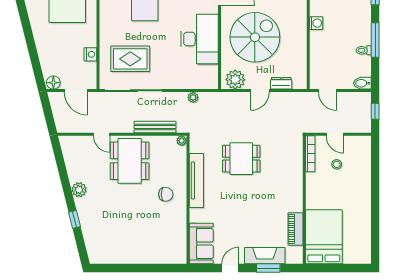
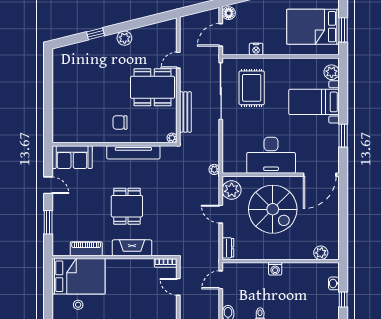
washing machine: (316, 23) -> (275, 269), moved
dresser: (281, 83) -> (228, 248), moved
plant: (193, 97) -> (214, 169), moved
door: (335, 134) -> (178, 287), hinge flipped
bookcase: (310, 154) -> (166, 263), width x0.64
dining table: (241, 159) -> (127, 206), moved
stool: (337, 164) -> (78, 305), moved
chair: (166, 194) -> (120, 122), turned 90
fireplace: (265, 256) -> (132, 248), moved, turned -90

